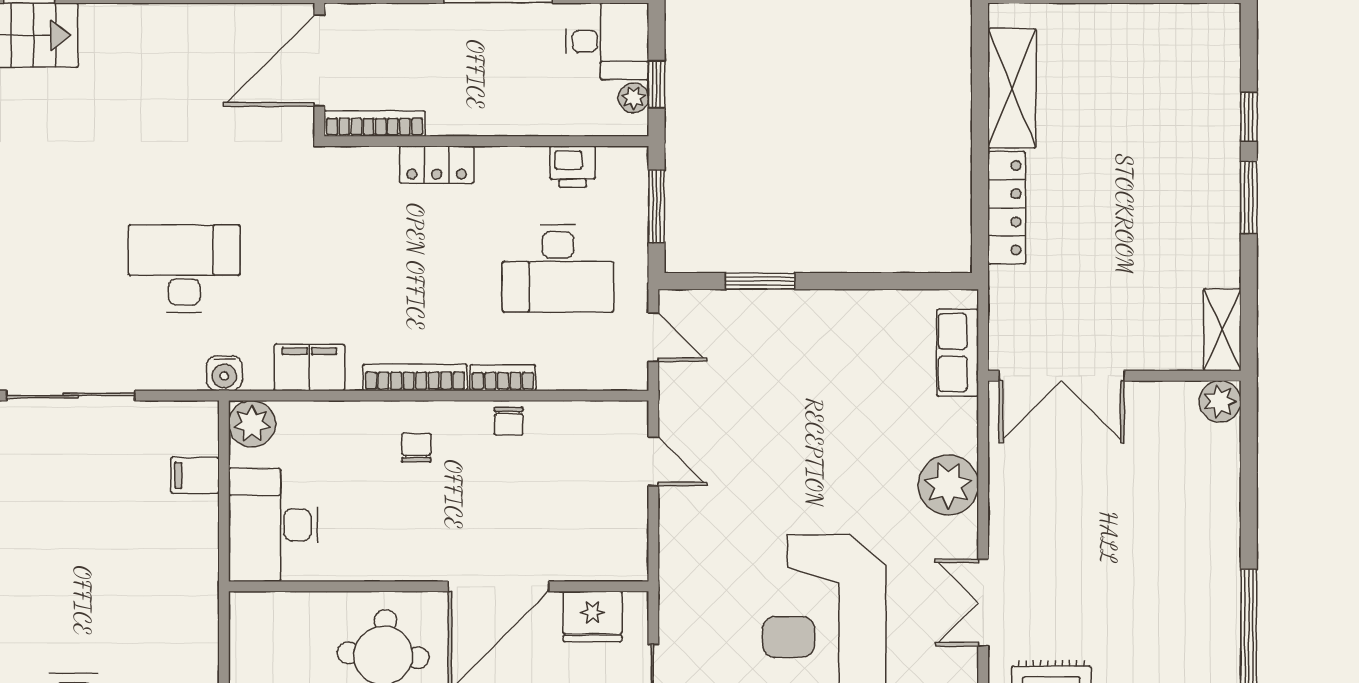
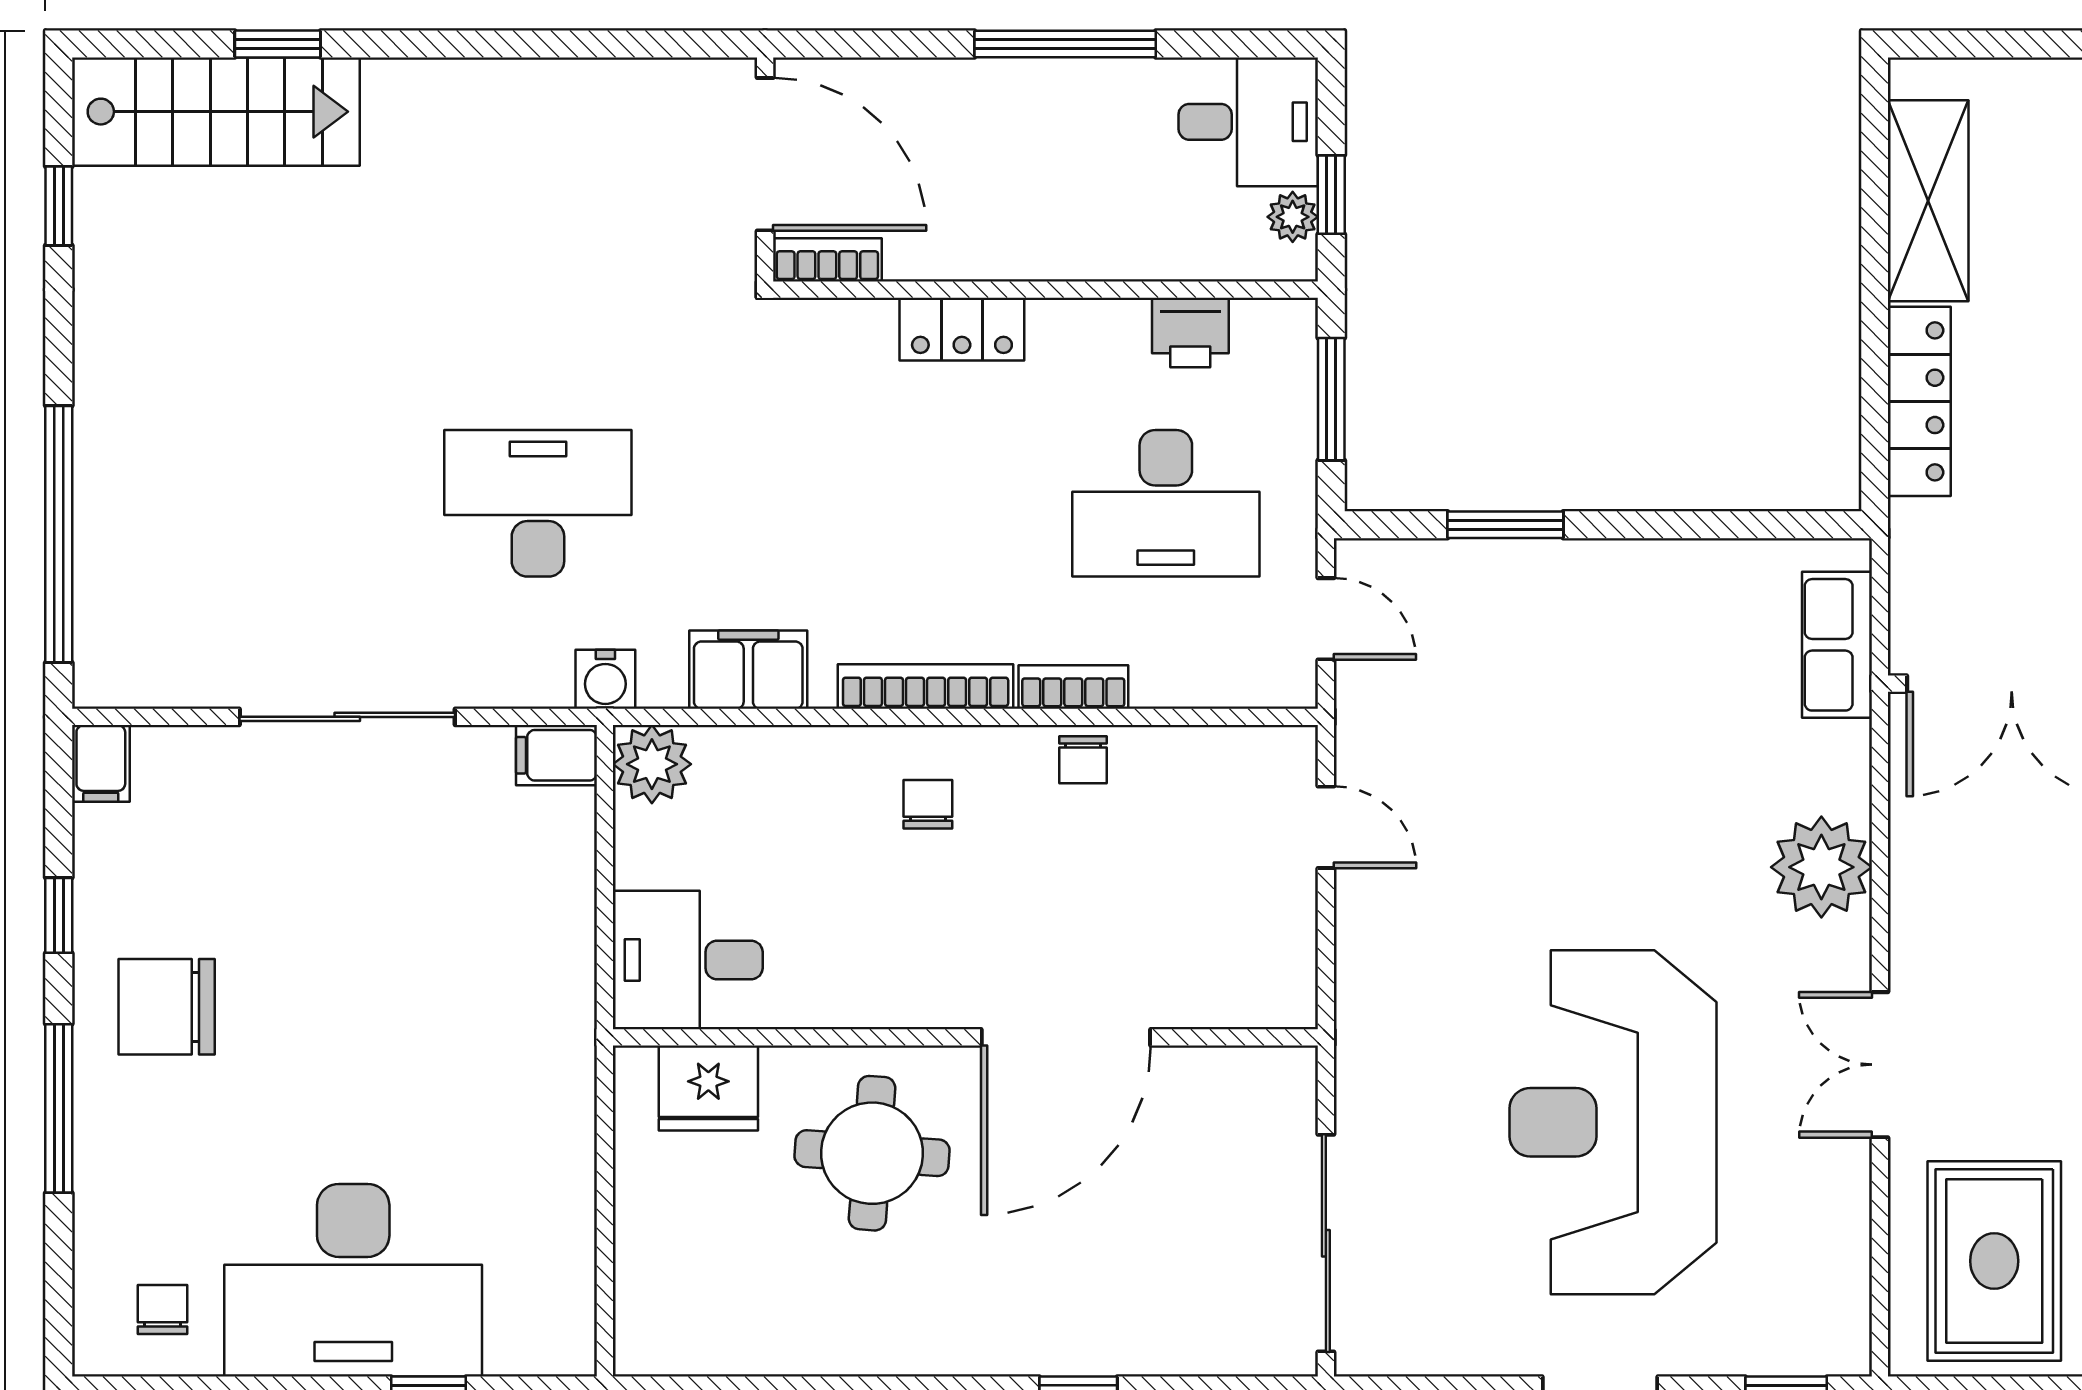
door: (319, 61) -> (765, 154), swing flipped
bookcase: (375, 124) -> (827, 260), width x0.64
filing cabinet: (195, 475) -> (556, 755), moved
desk: (273, 525) -> (688, 960), width x0.73
fridge: (593, 617) -> (708, 1088), moved

